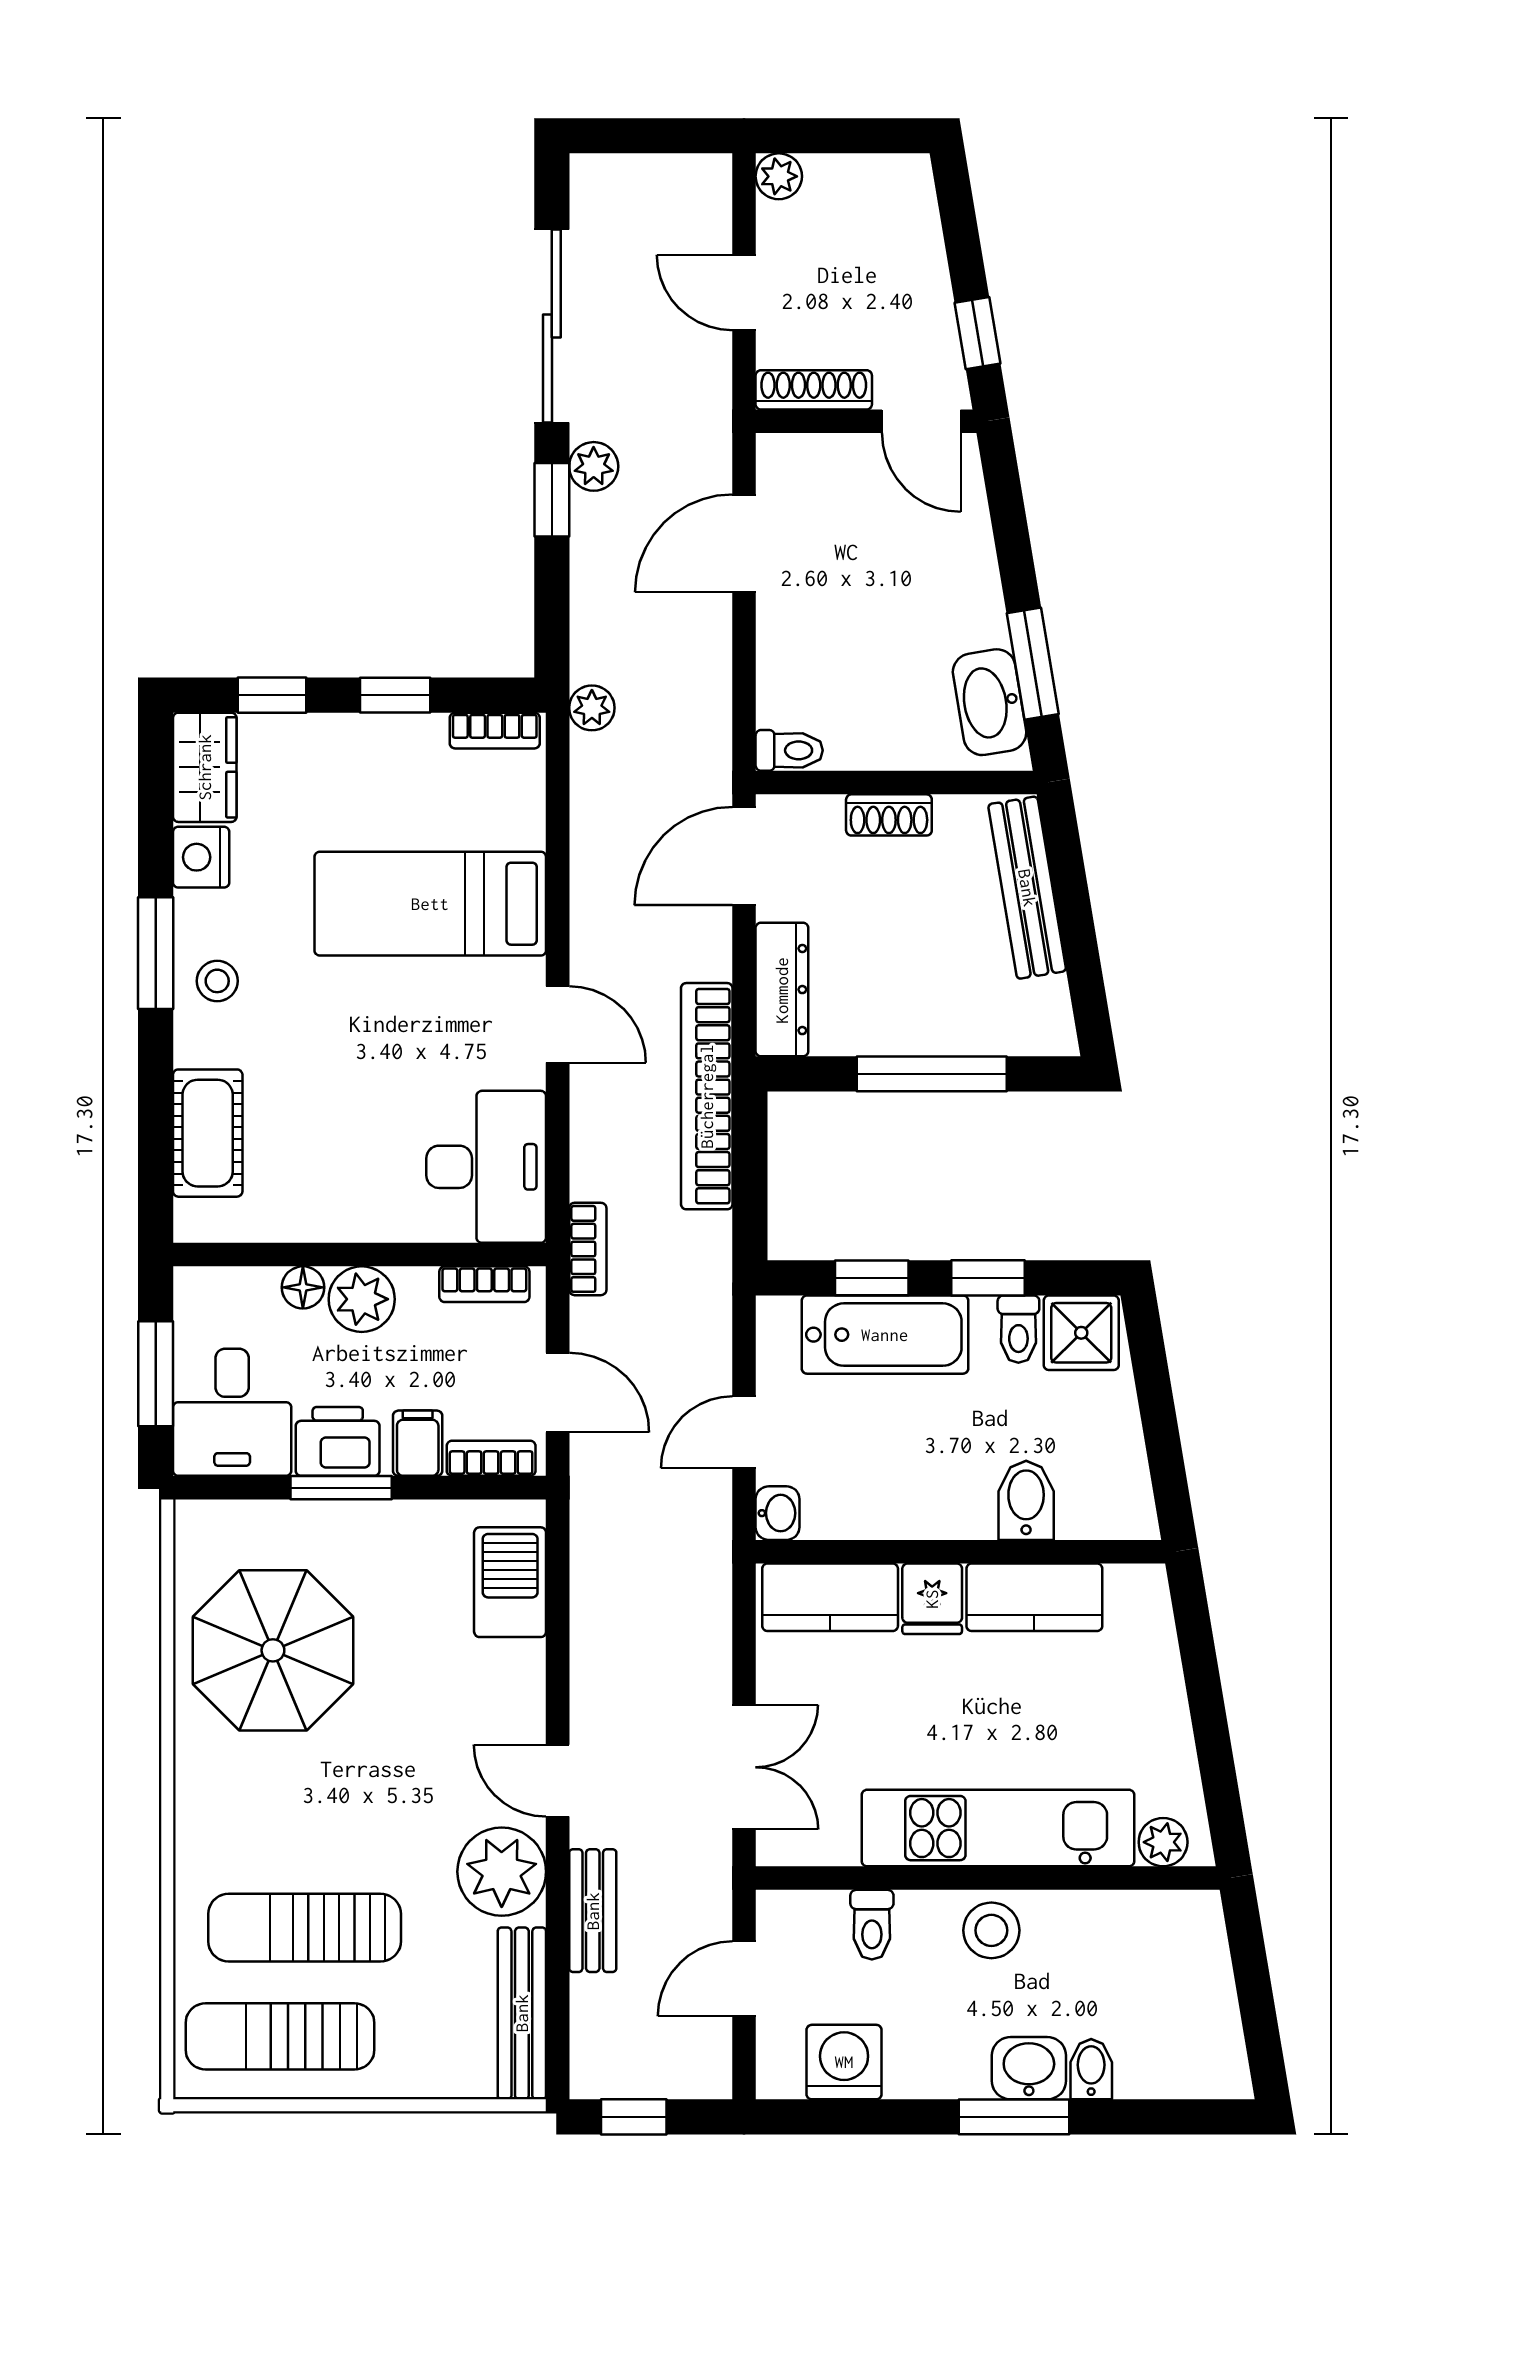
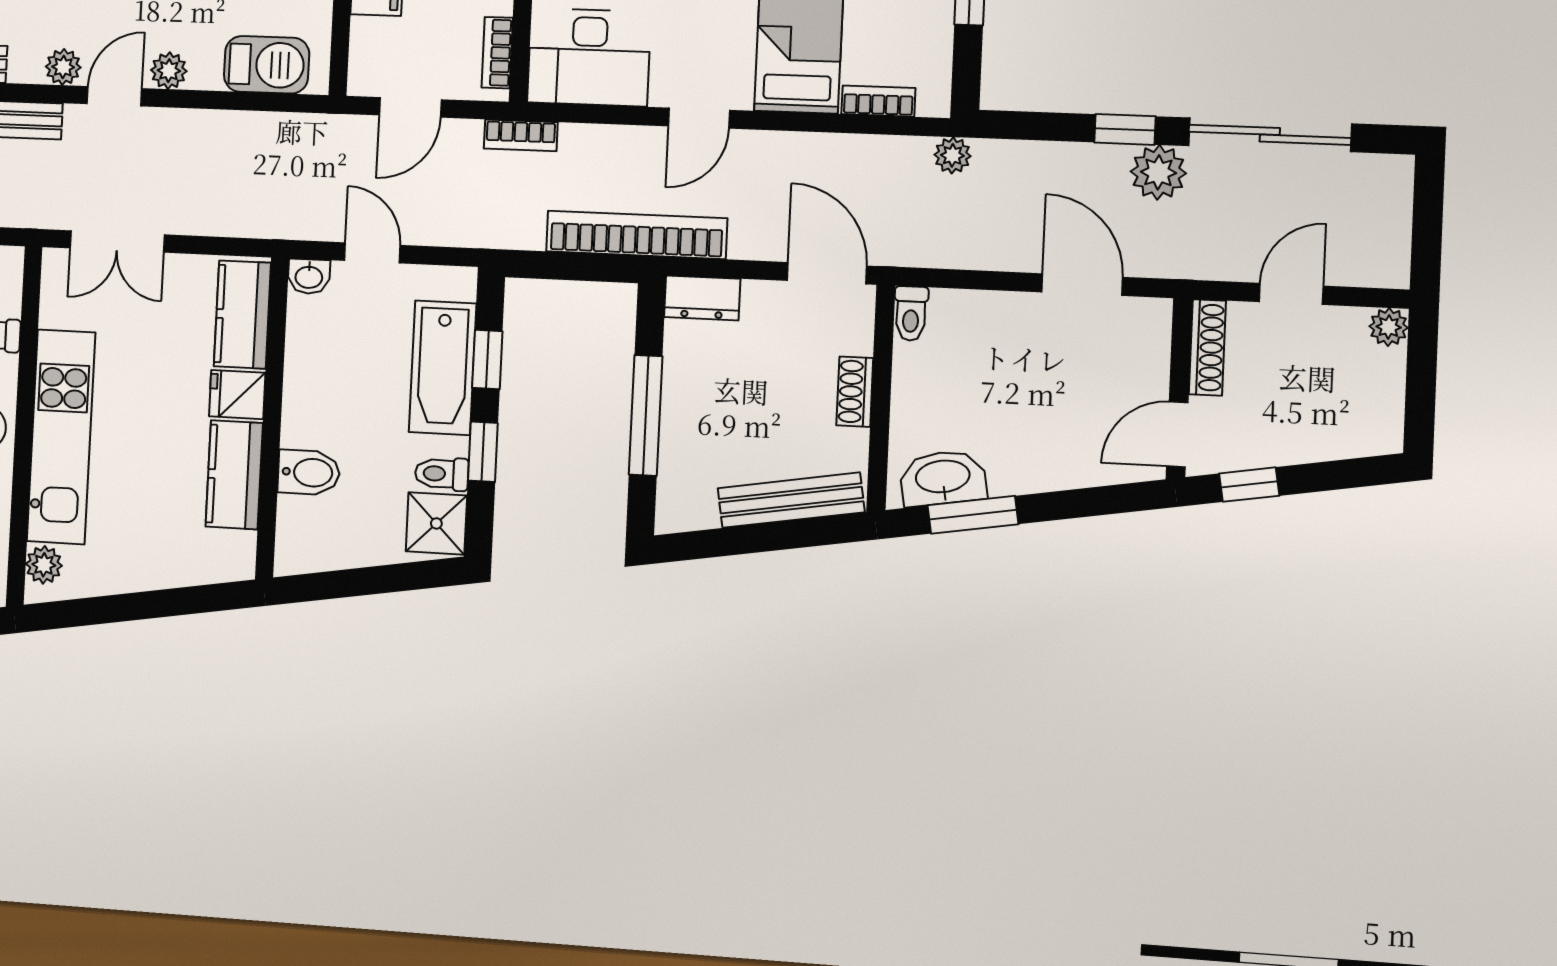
plant: (594, 466) -> (1158, 172), width x1.38, depth x1.38
bookcase: (495, 731) -> (878, 101), moved, turned 90
dresser: (782, 990) -> (702, 298), width x0.70
bookcase: (491, 1458) -> (362, 53), removed
plant: (522, 1710) -> (169, 71), added
plant: (502, 1872) -> (63, 67), width x0.53, depth x0.53

